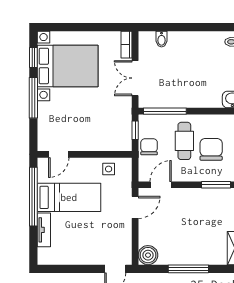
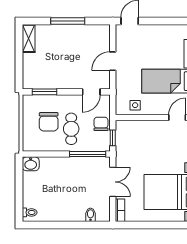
chair: (149, 147) -> (101, 124), turned 180
door: (135, 207) -> (113, 61), moved
boiler: (148, 255) -> (102, 32), removed

